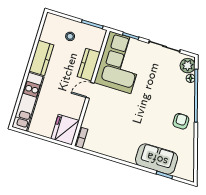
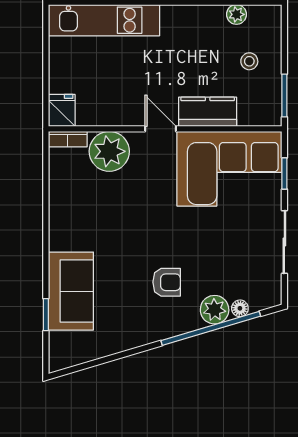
plant: (45, 36) -> (236, 14), added
kitchen counter: (41, 58) -> (193, 20), removed
plant: (188, 66) -> (215, 310), moved
plant: (93, 119) -> (109, 151), added
armchair: (181, 121) -> (167, 282), moved
fridge: (65, 130) -> (62, 110), width x0.53, depth x0.75

